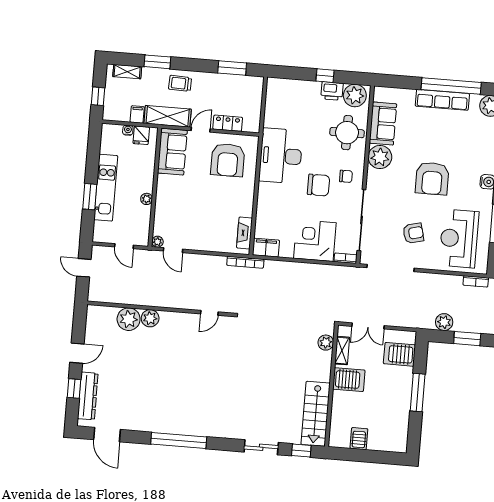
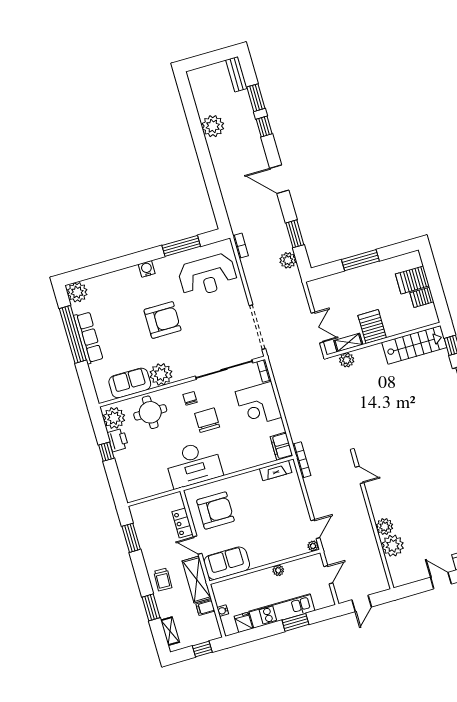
fridge: (141, 135) -> (243, 622), moved, turned -90
armchair: (413, 233) -> (218, 318), removed
server rack: (399, 354) -> (412, 280), moved, turned 90

